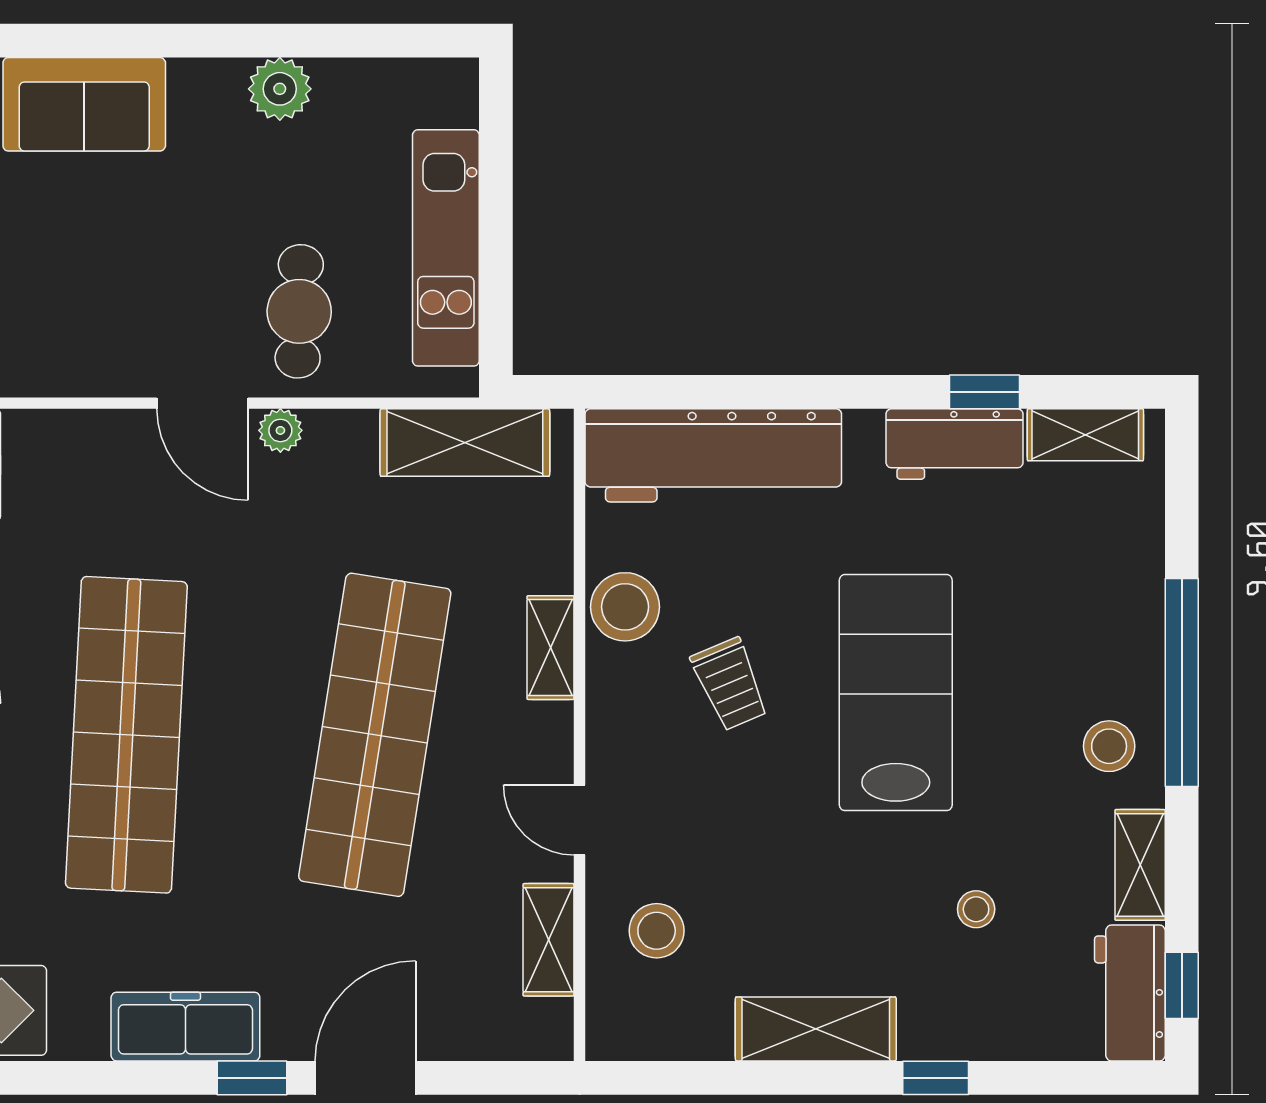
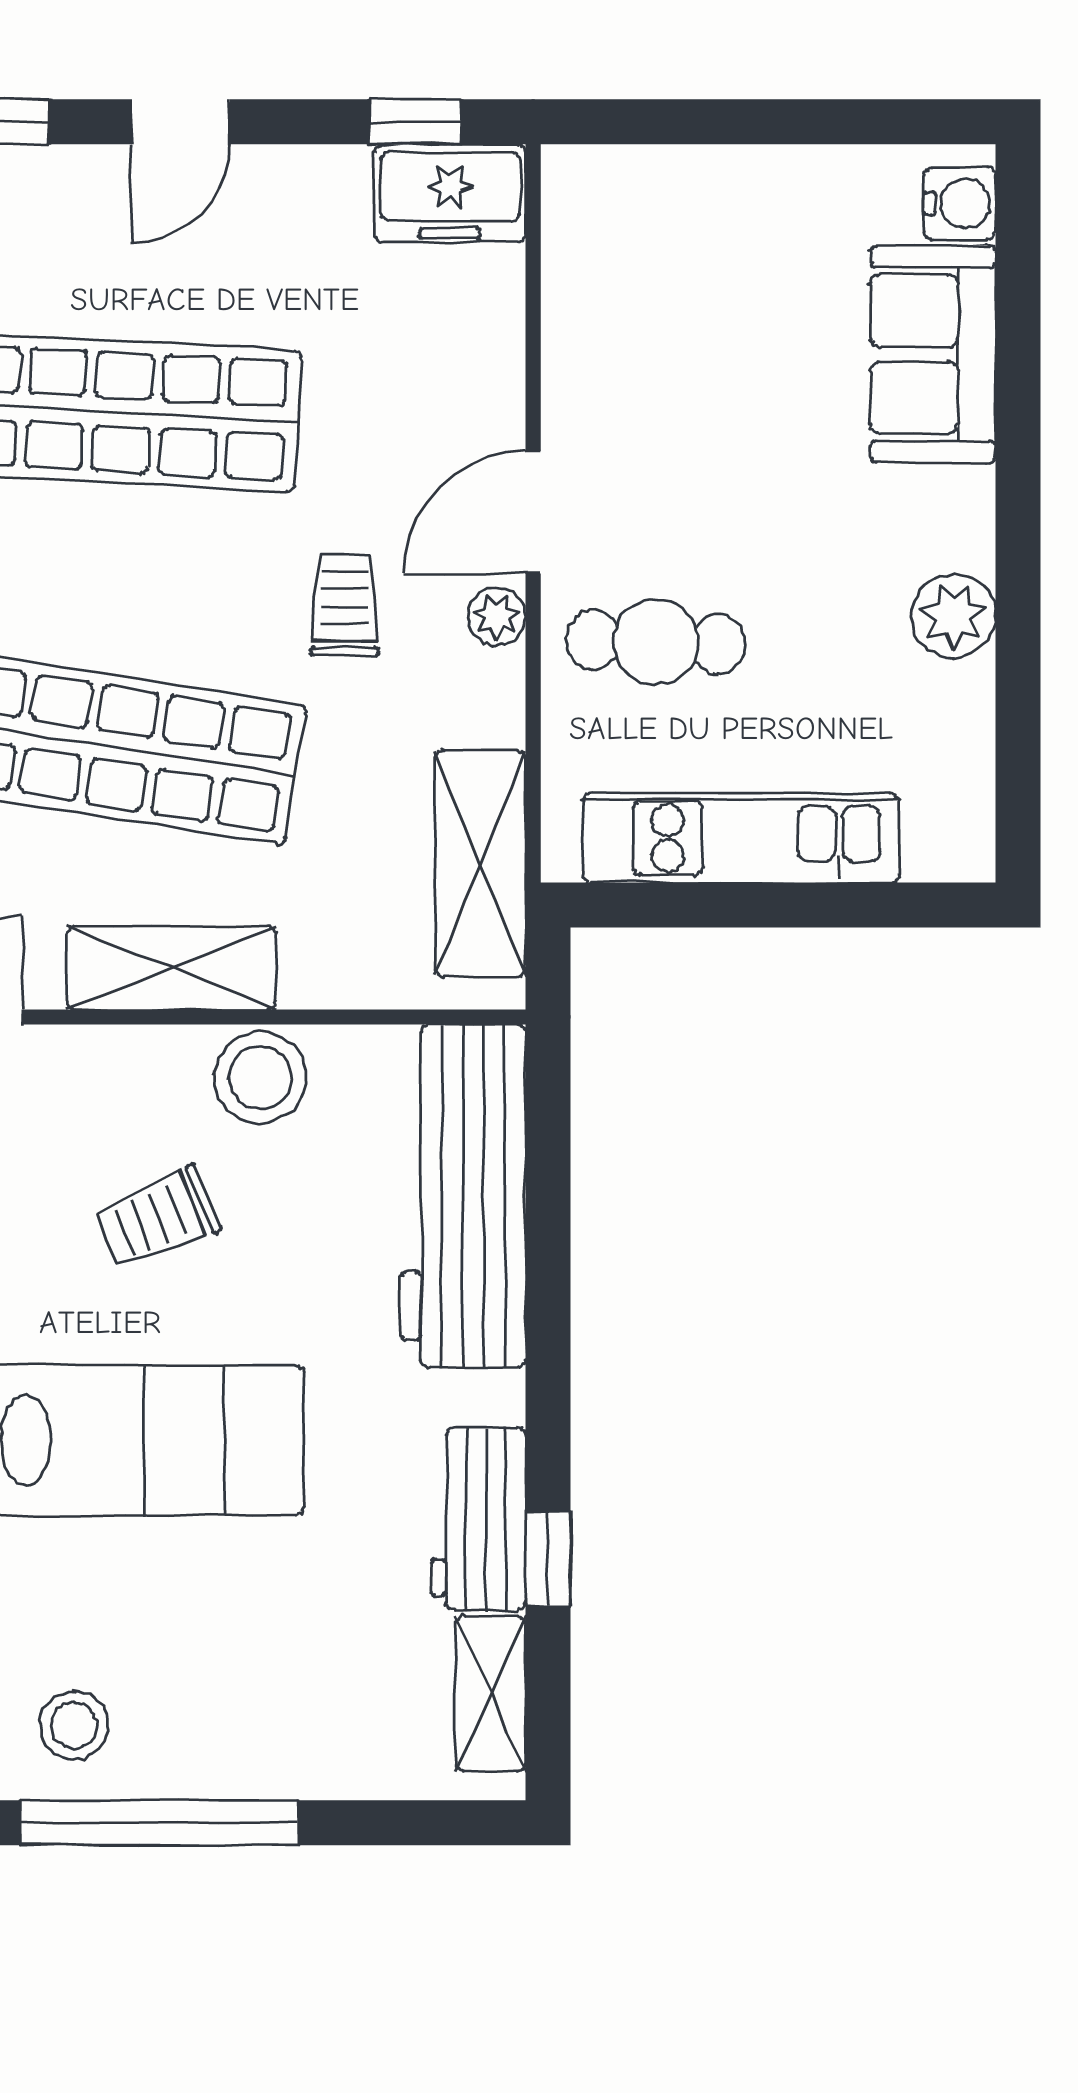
trolley: (272, 544) -> (345, 605), added
shelving: (551, 648) -> (171, 968), width x1.50, depth x1.33

